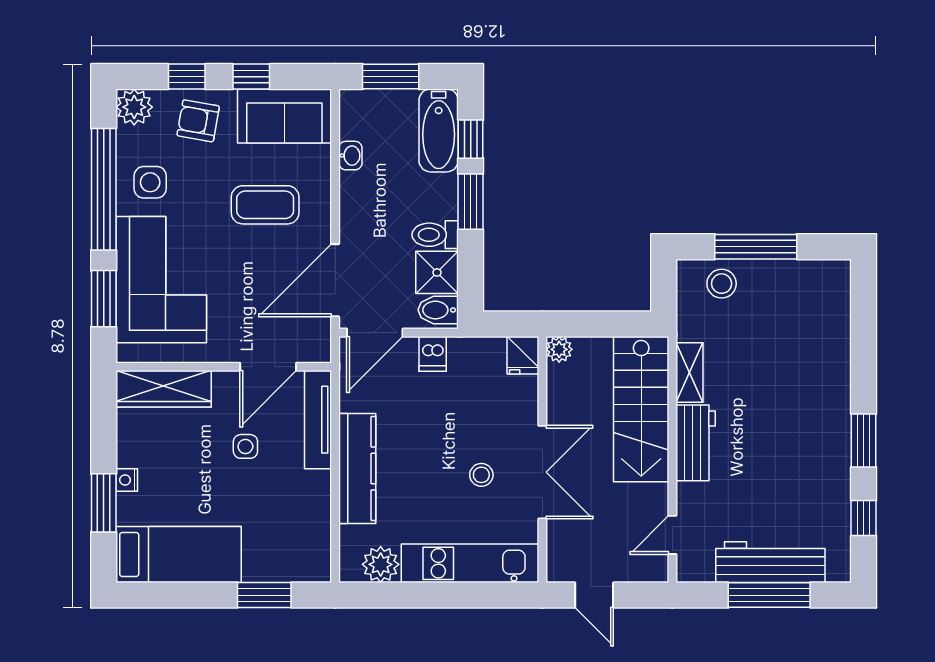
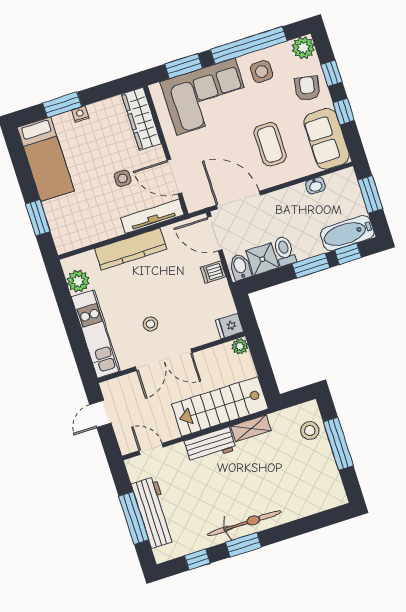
bicycle: (831, 429) -> (244, 523), added

